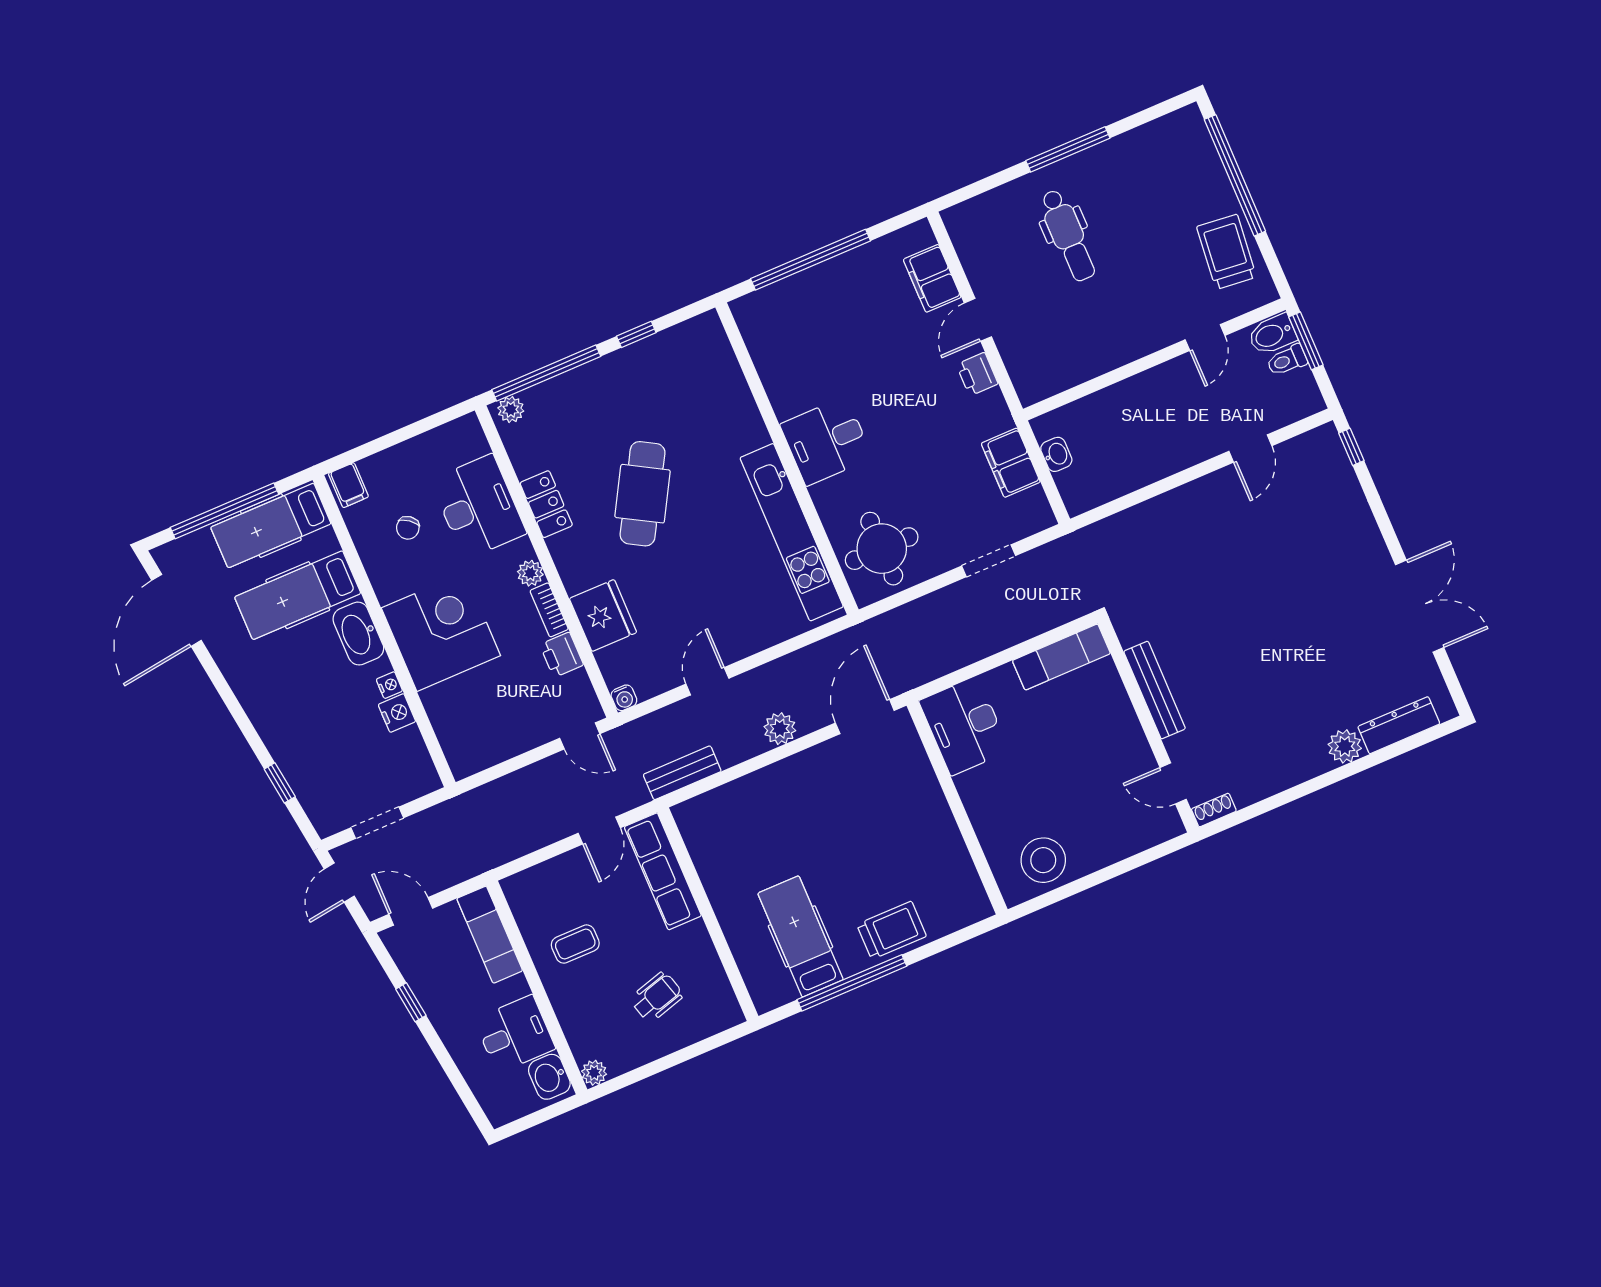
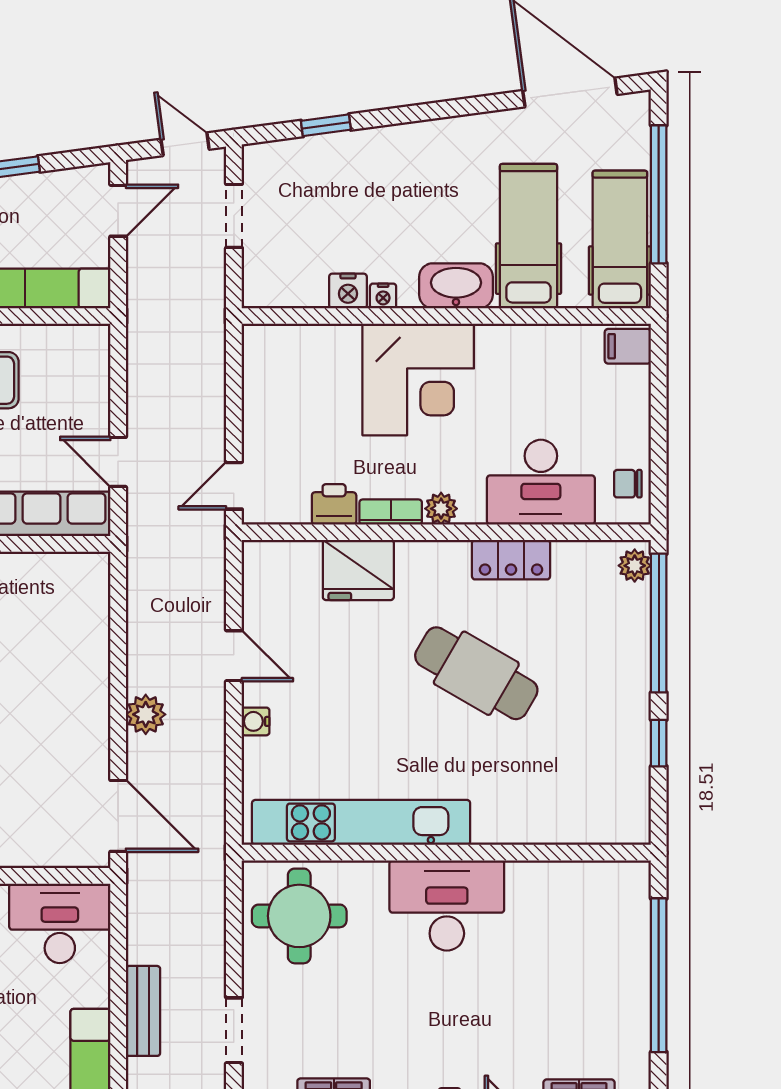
desk: (826, 441) -> (447, 906), width x1.37
chair: (408, 528) -> (628, 484), moved, turned -38
water cooler: (624, 698) -> (256, 721), moved
bench: (682, 773) -> (143, 1011), moved

